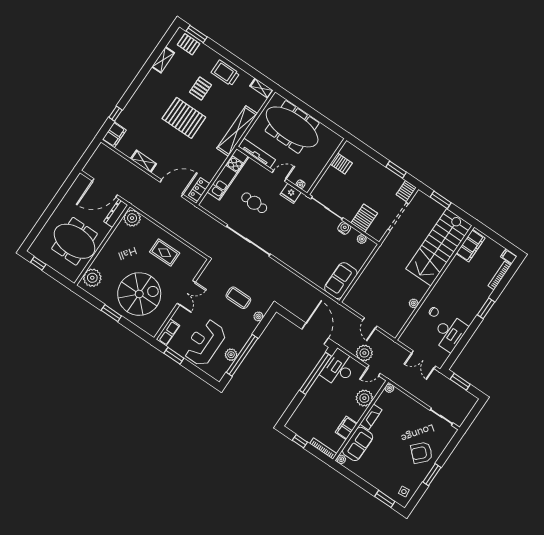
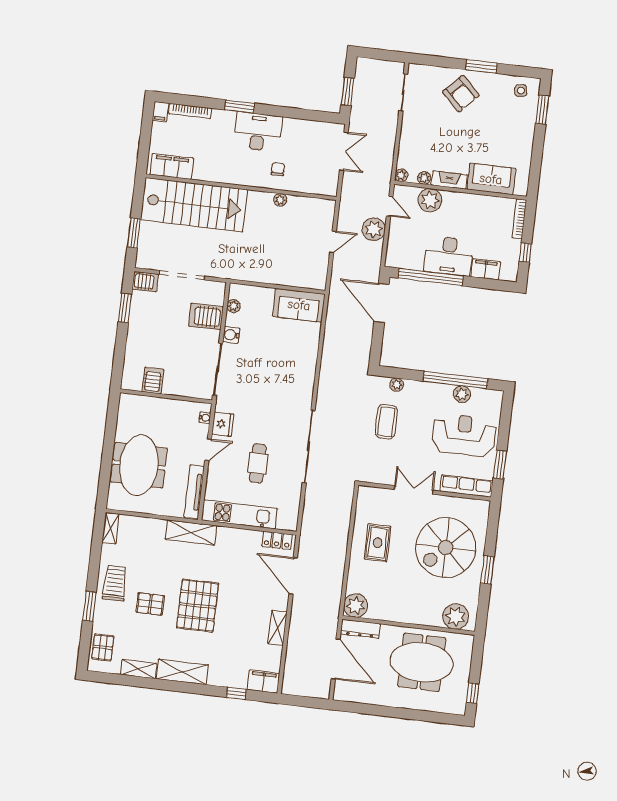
window: (197, 34) -> (89, 606), moved
trolley: (225, 73) -> (115, 583), turned 180
shelving: (147, 86) -> (182, 672), added
meeting table: (292, 127) -> (139, 465), width x0.73
shelving: (237, 131) -> (191, 532), width x0.68
door: (279, 176) -> (208, 450), swing flipped
meeting table: (75, 241) -> (422, 662), turned 90
spiral stairs: (139, 294) -> (446, 548), turned -90
row of seats: (168, 332) -> (466, 486), width x1.48
desk: (450, 333) -> (258, 132), moved
door: (315, 334) -> (381, 303), hinge flipped
reception desk: (205, 343) -> (464, 435), turned 180
desk: (339, 368) -> (449, 256), moved
filing cabinet: (346, 428) -> (486, 269), moved, turned 180
plant: (341, 459) -> (424, 178), moved

